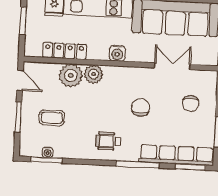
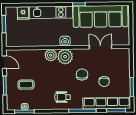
locker: (64, 51) -> (31, 42), removed
plant: (71, 75) -> (65, 57), moved
chair: (191, 104) -> (104, 82), moved

